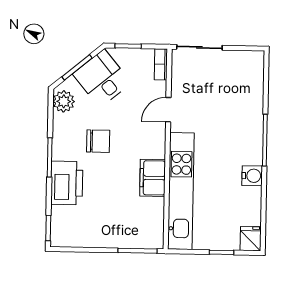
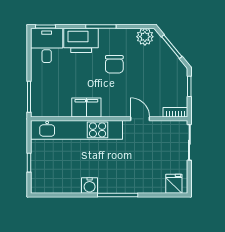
desk: (102, 78) -> (47, 45), moved, turned -50
fridge: (251, 239) -> (174, 184), moved, turned -90

